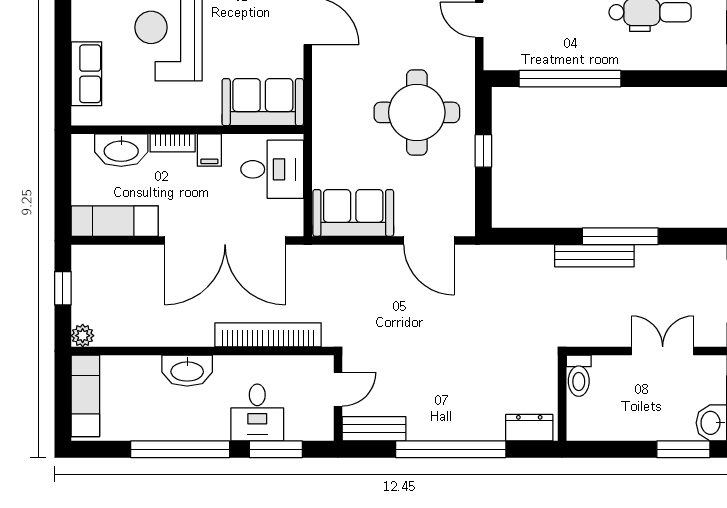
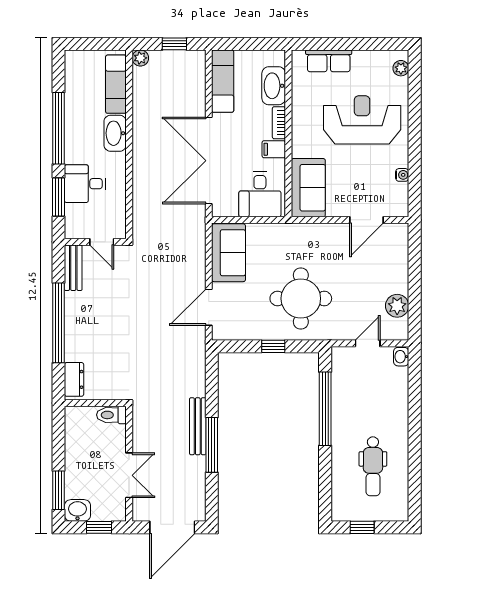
bookcase: (268, 335) -> (141, 191), removed
exam couch: (85, 396) -> (116, 84), moved, turned 90

